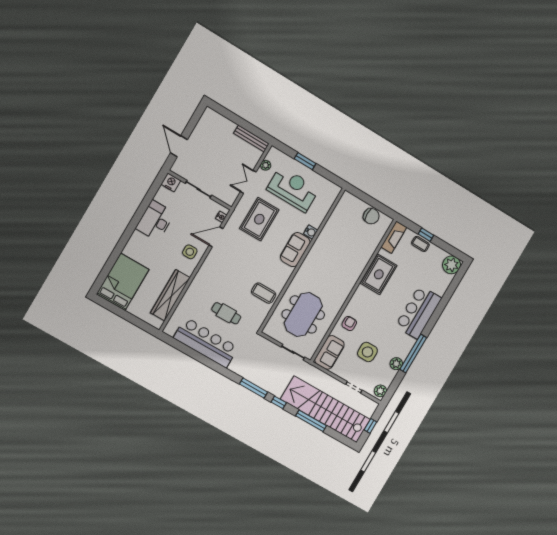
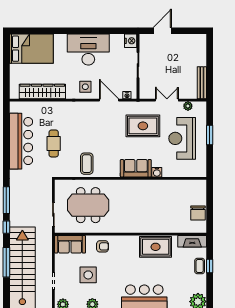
reception desk: (293, 189) -> (182, 138), turned 180
desk: (155, 221) -> (88, 50), width x1.36, depth x1.30

